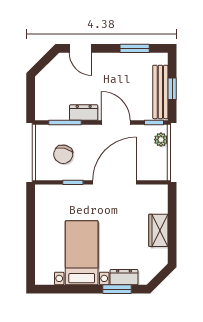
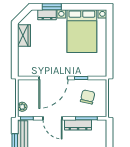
dresser: (84, 113) -> (78, 125), width x1.44
wardrobe: (158, 230) -> (24, 35), moved
bed with nightstands: (82, 253) -> (82, 31), width x1.36

